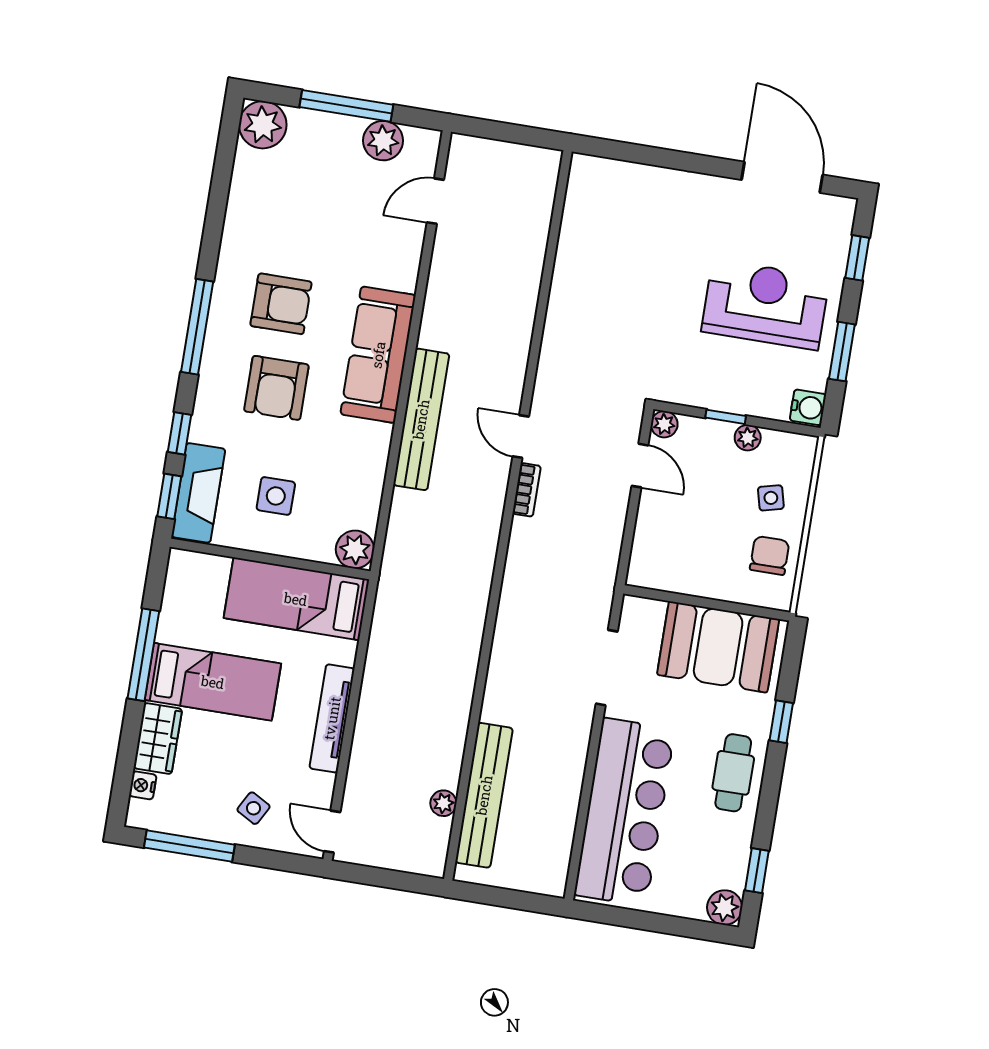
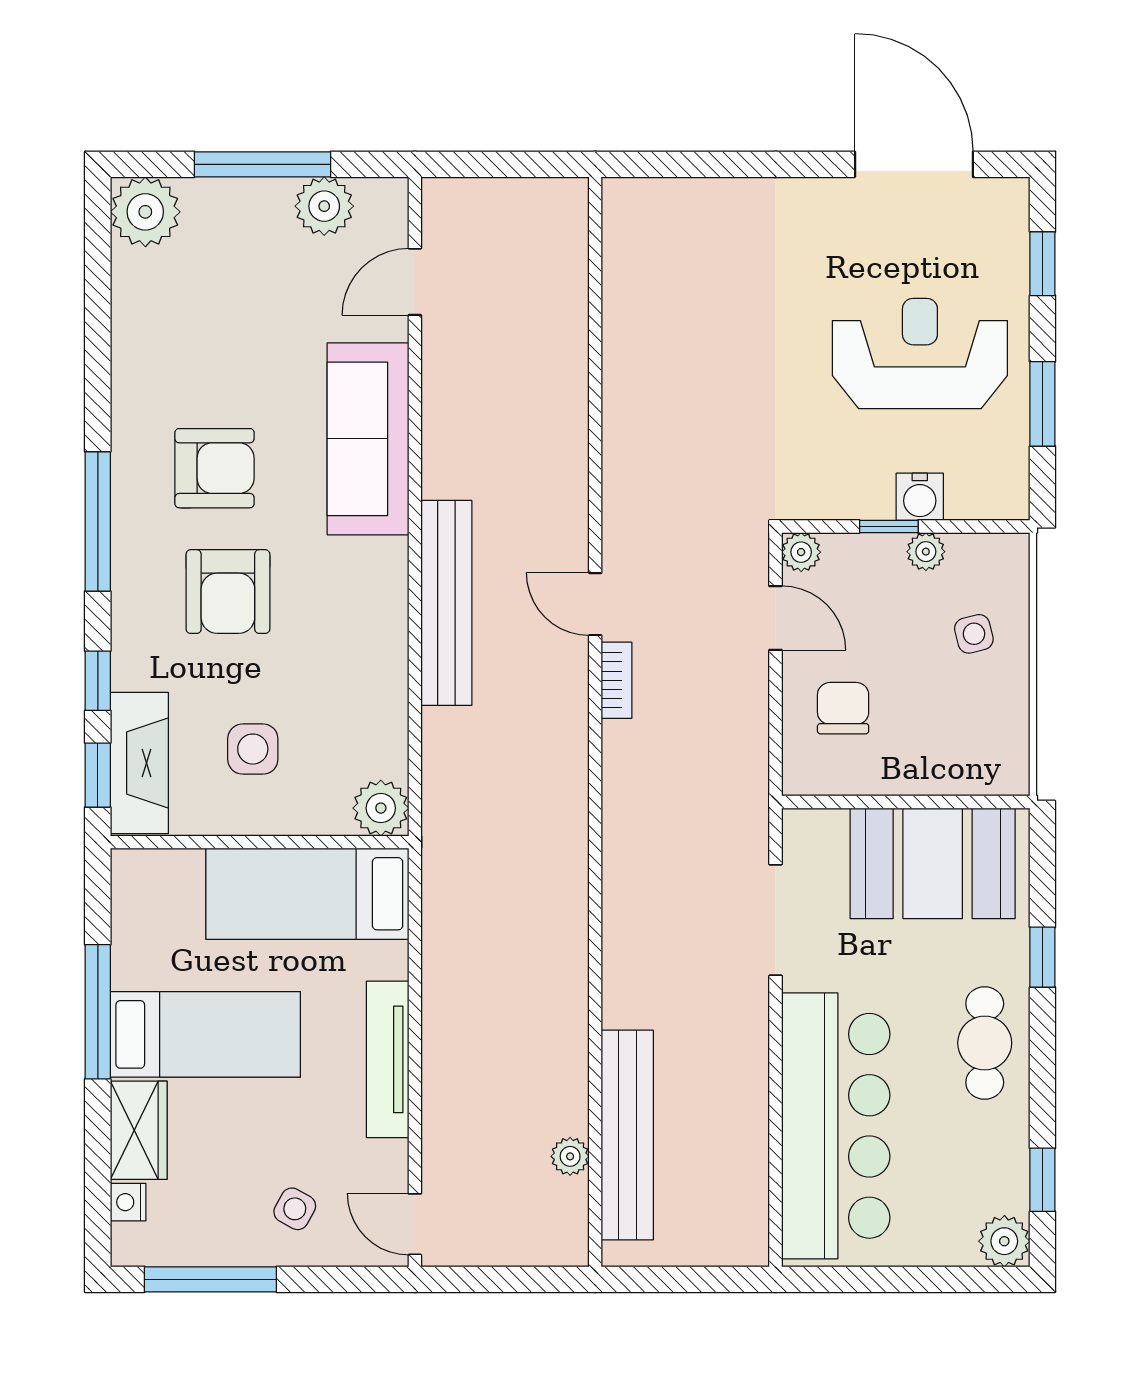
sofa: (378, 355) -> (368, 439), moved
water cooler: (808, 407) -> (920, 497), moved, turned 90
chair: (770, 555) -> (843, 708), moved

